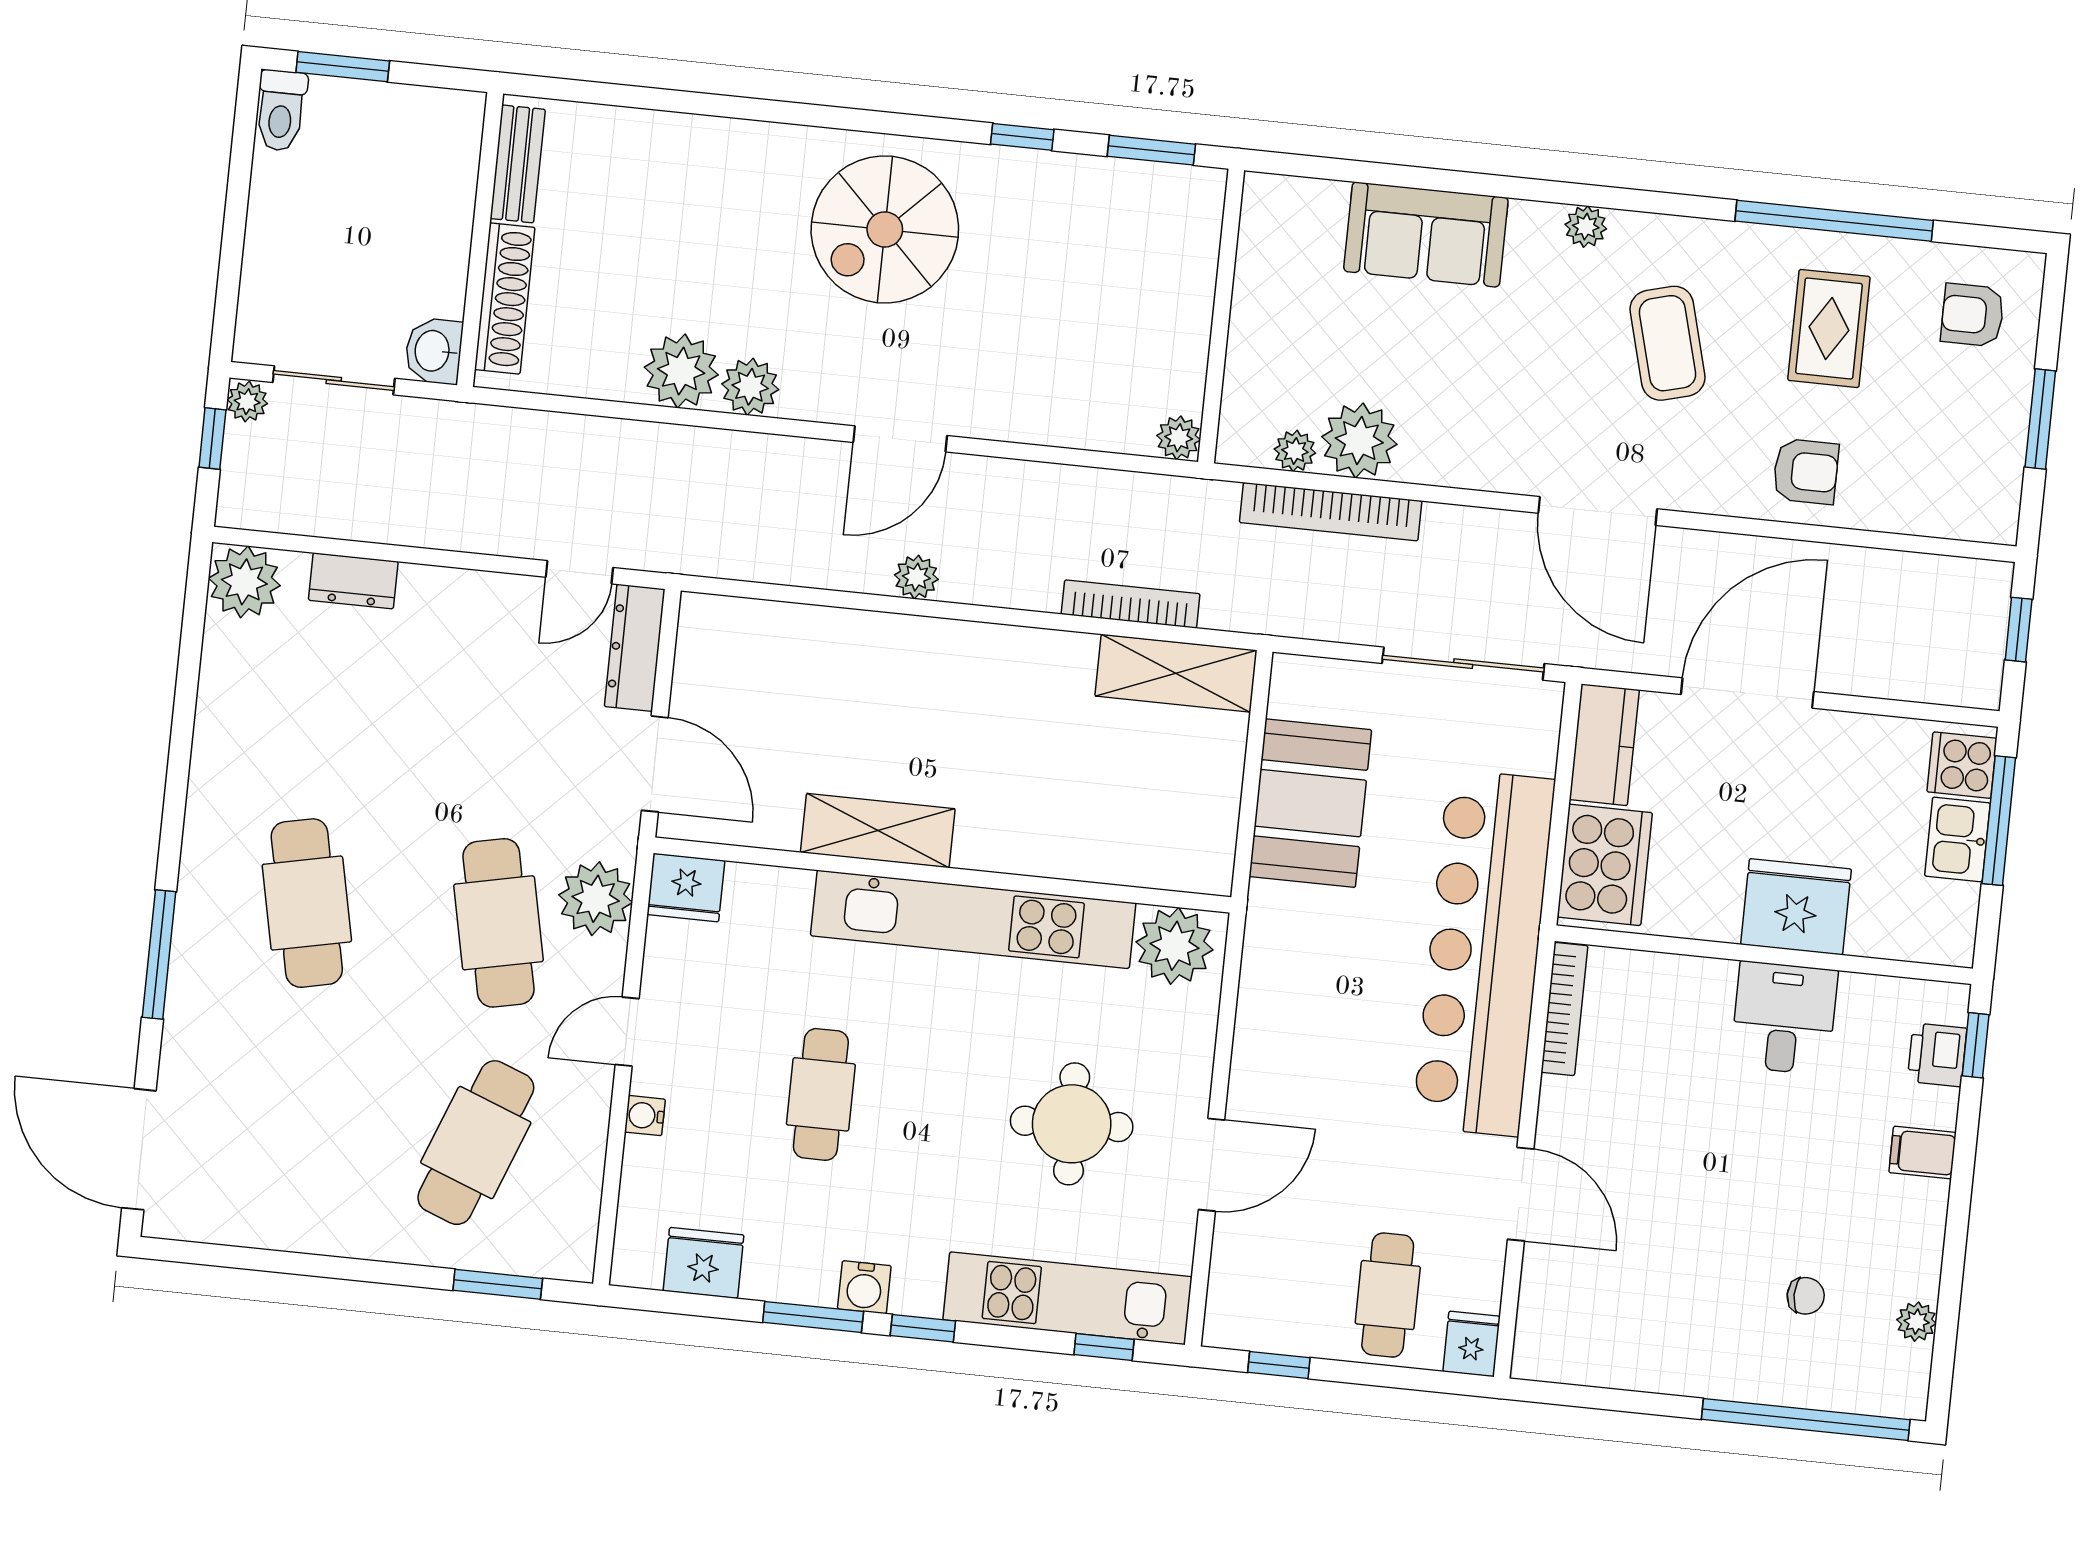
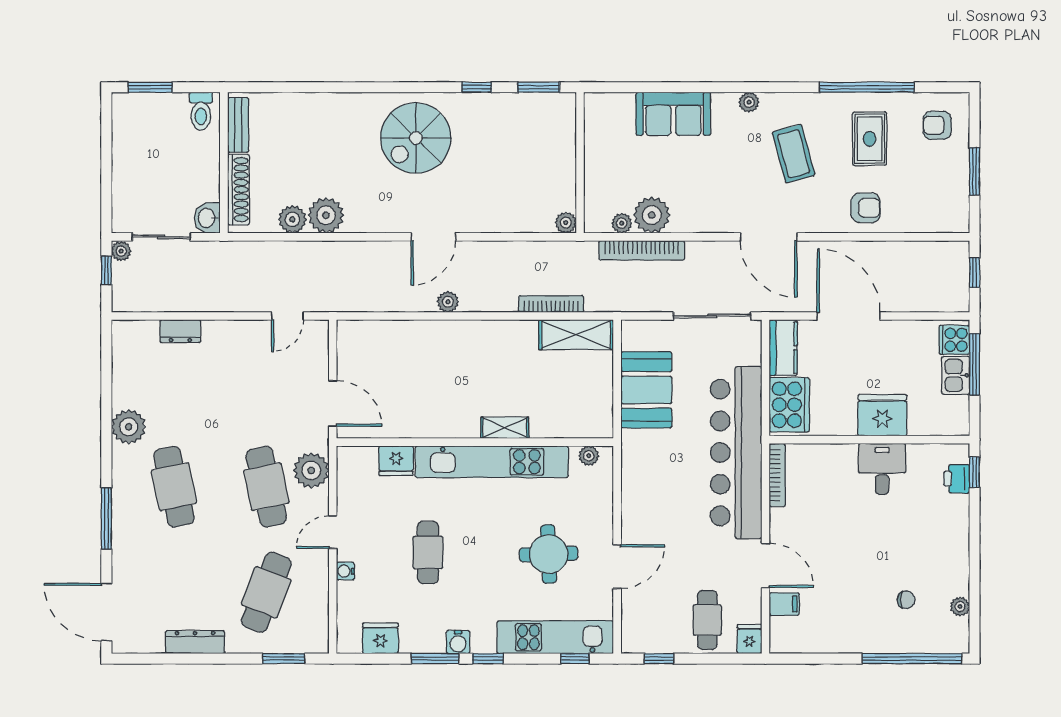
toilet: (281, 111) -> (201, 111), moved
plant: (750, 387) -> (292, 219), moved
plant: (244, 582) -> (129, 427), moved
dresser: (635, 648) -> (195, 642), moved, turned 90
door: (1747, 693) -> (849, 316), hinge flipped
shelving: (878, 831) -> (505, 428), moved, width x0.67, depth x0.75
fridge: (686, 888) -> (396, 461), moved
plant: (1175, 946) -> (589, 456), width x0.53, depth x0.53
filing cabinet: (1923, 1153) -> (784, 604), moved, turned 180

